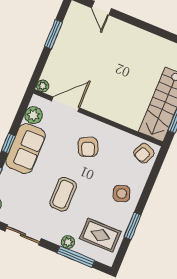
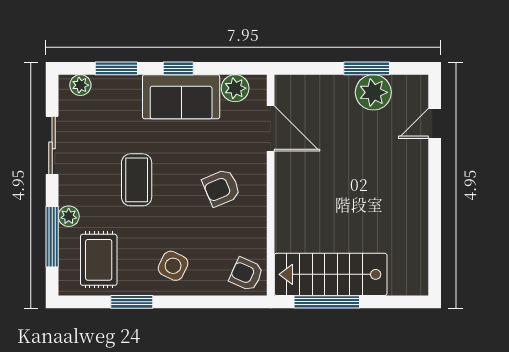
plant: (43, 86) -> (373, 92), moved, width x1.88, depth x1.88
coffee table: (63, 194) -> (137, 180), turned 90
side table: (122, 194) -> (173, 266), turned 45

